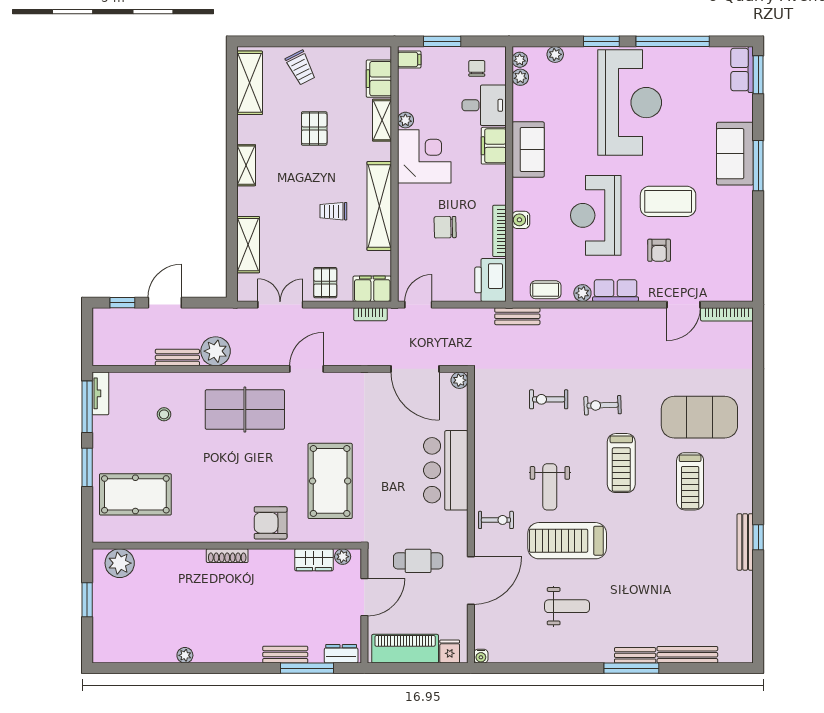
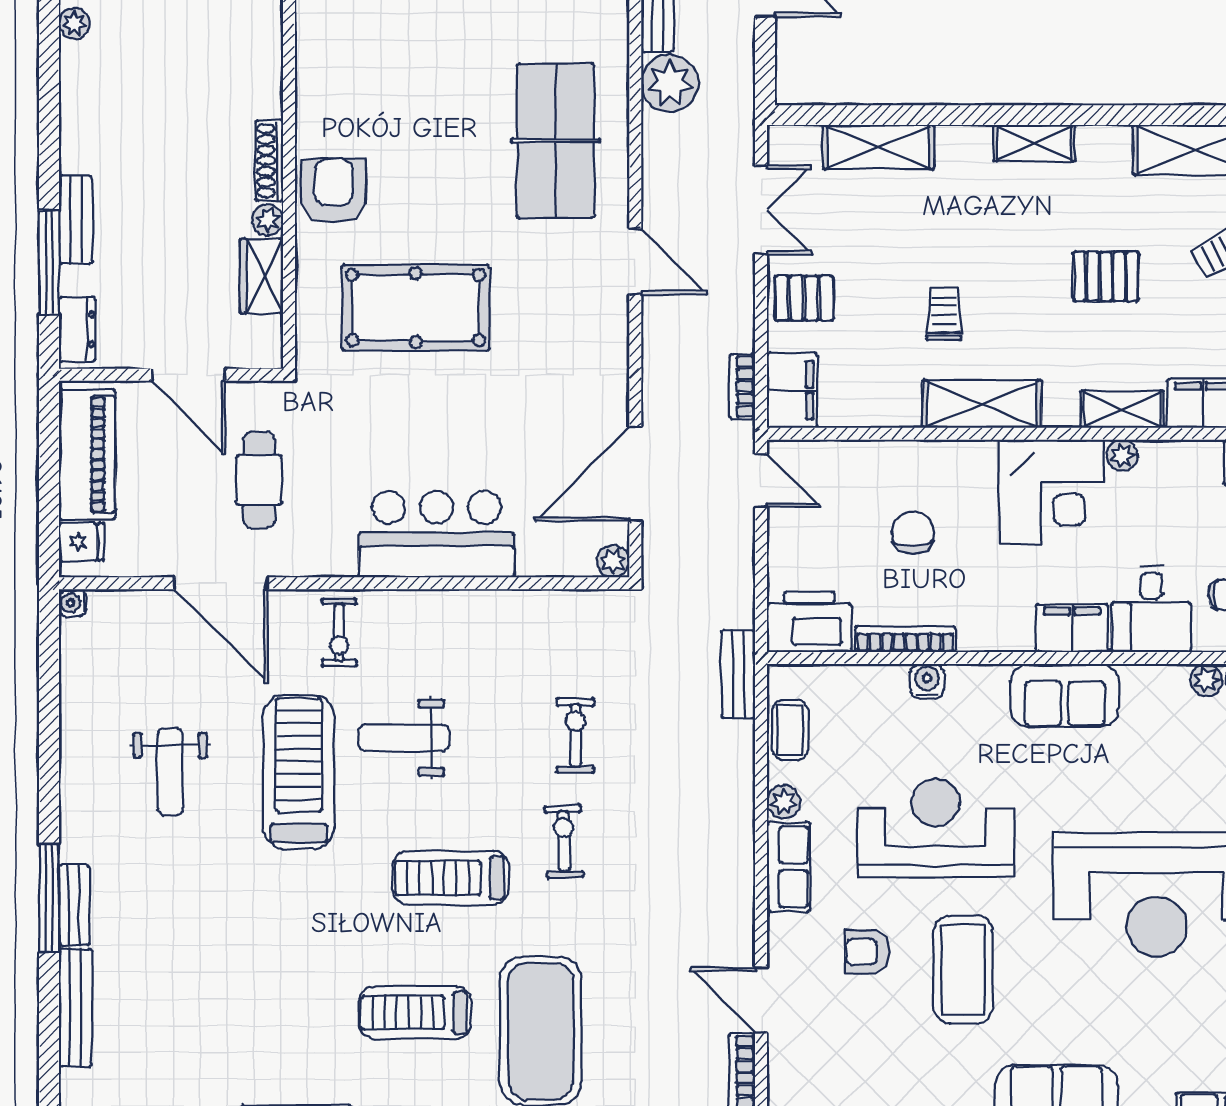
shelving: (379, 206) -> (982, 404), width x0.68
shoe rack: (227, 556) -> (269, 161), moved
plant: (343, 557) -> (268, 220), moved

